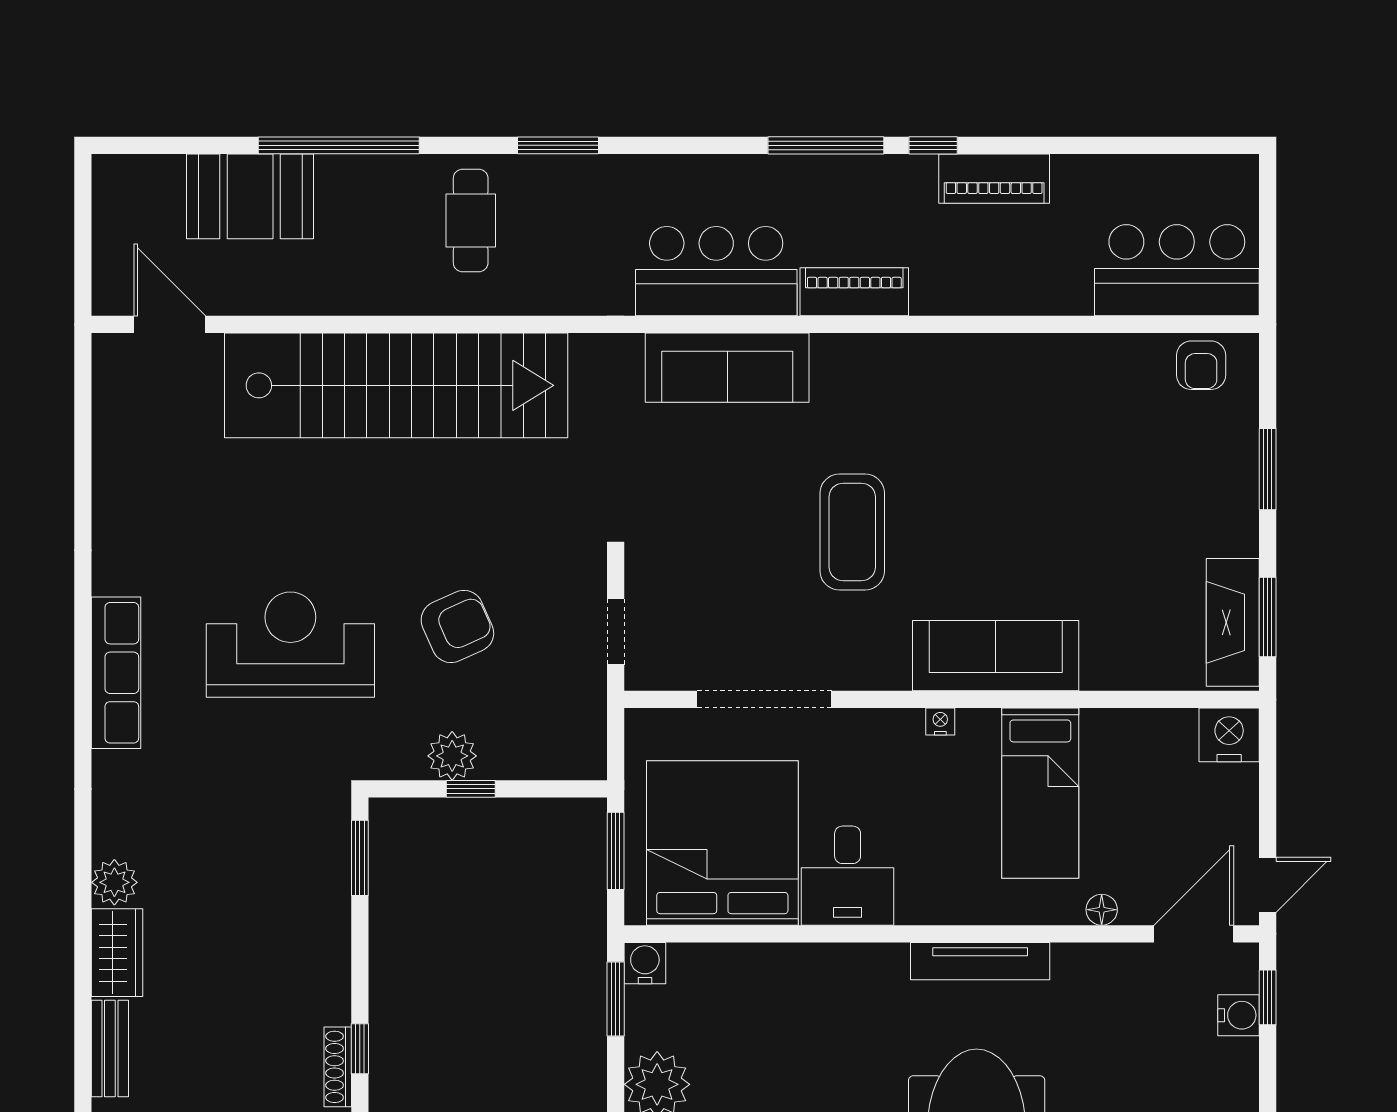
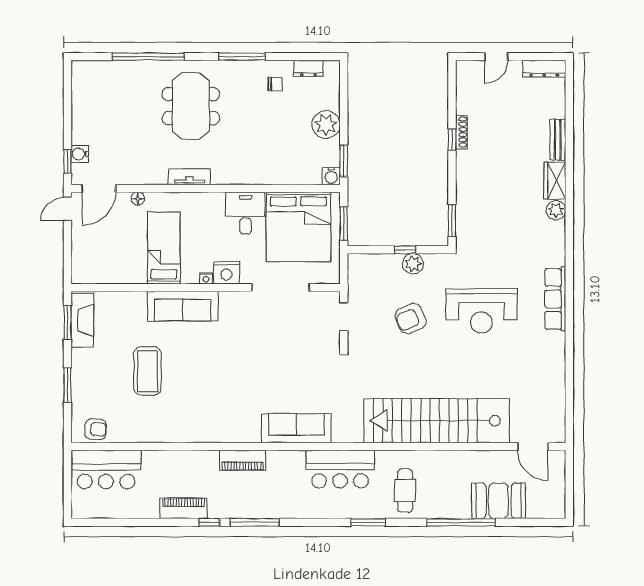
bar counter: (716, 271) -> (340, 469), moved
armchair: (1201, 365) -> (96, 429), turned 94
coffee table: (852, 532) -> (147, 371), moved
nightstand: (1229, 735) -> (226, 273), moved
tv unit: (980, 961) -> (189, 177), width x0.71

